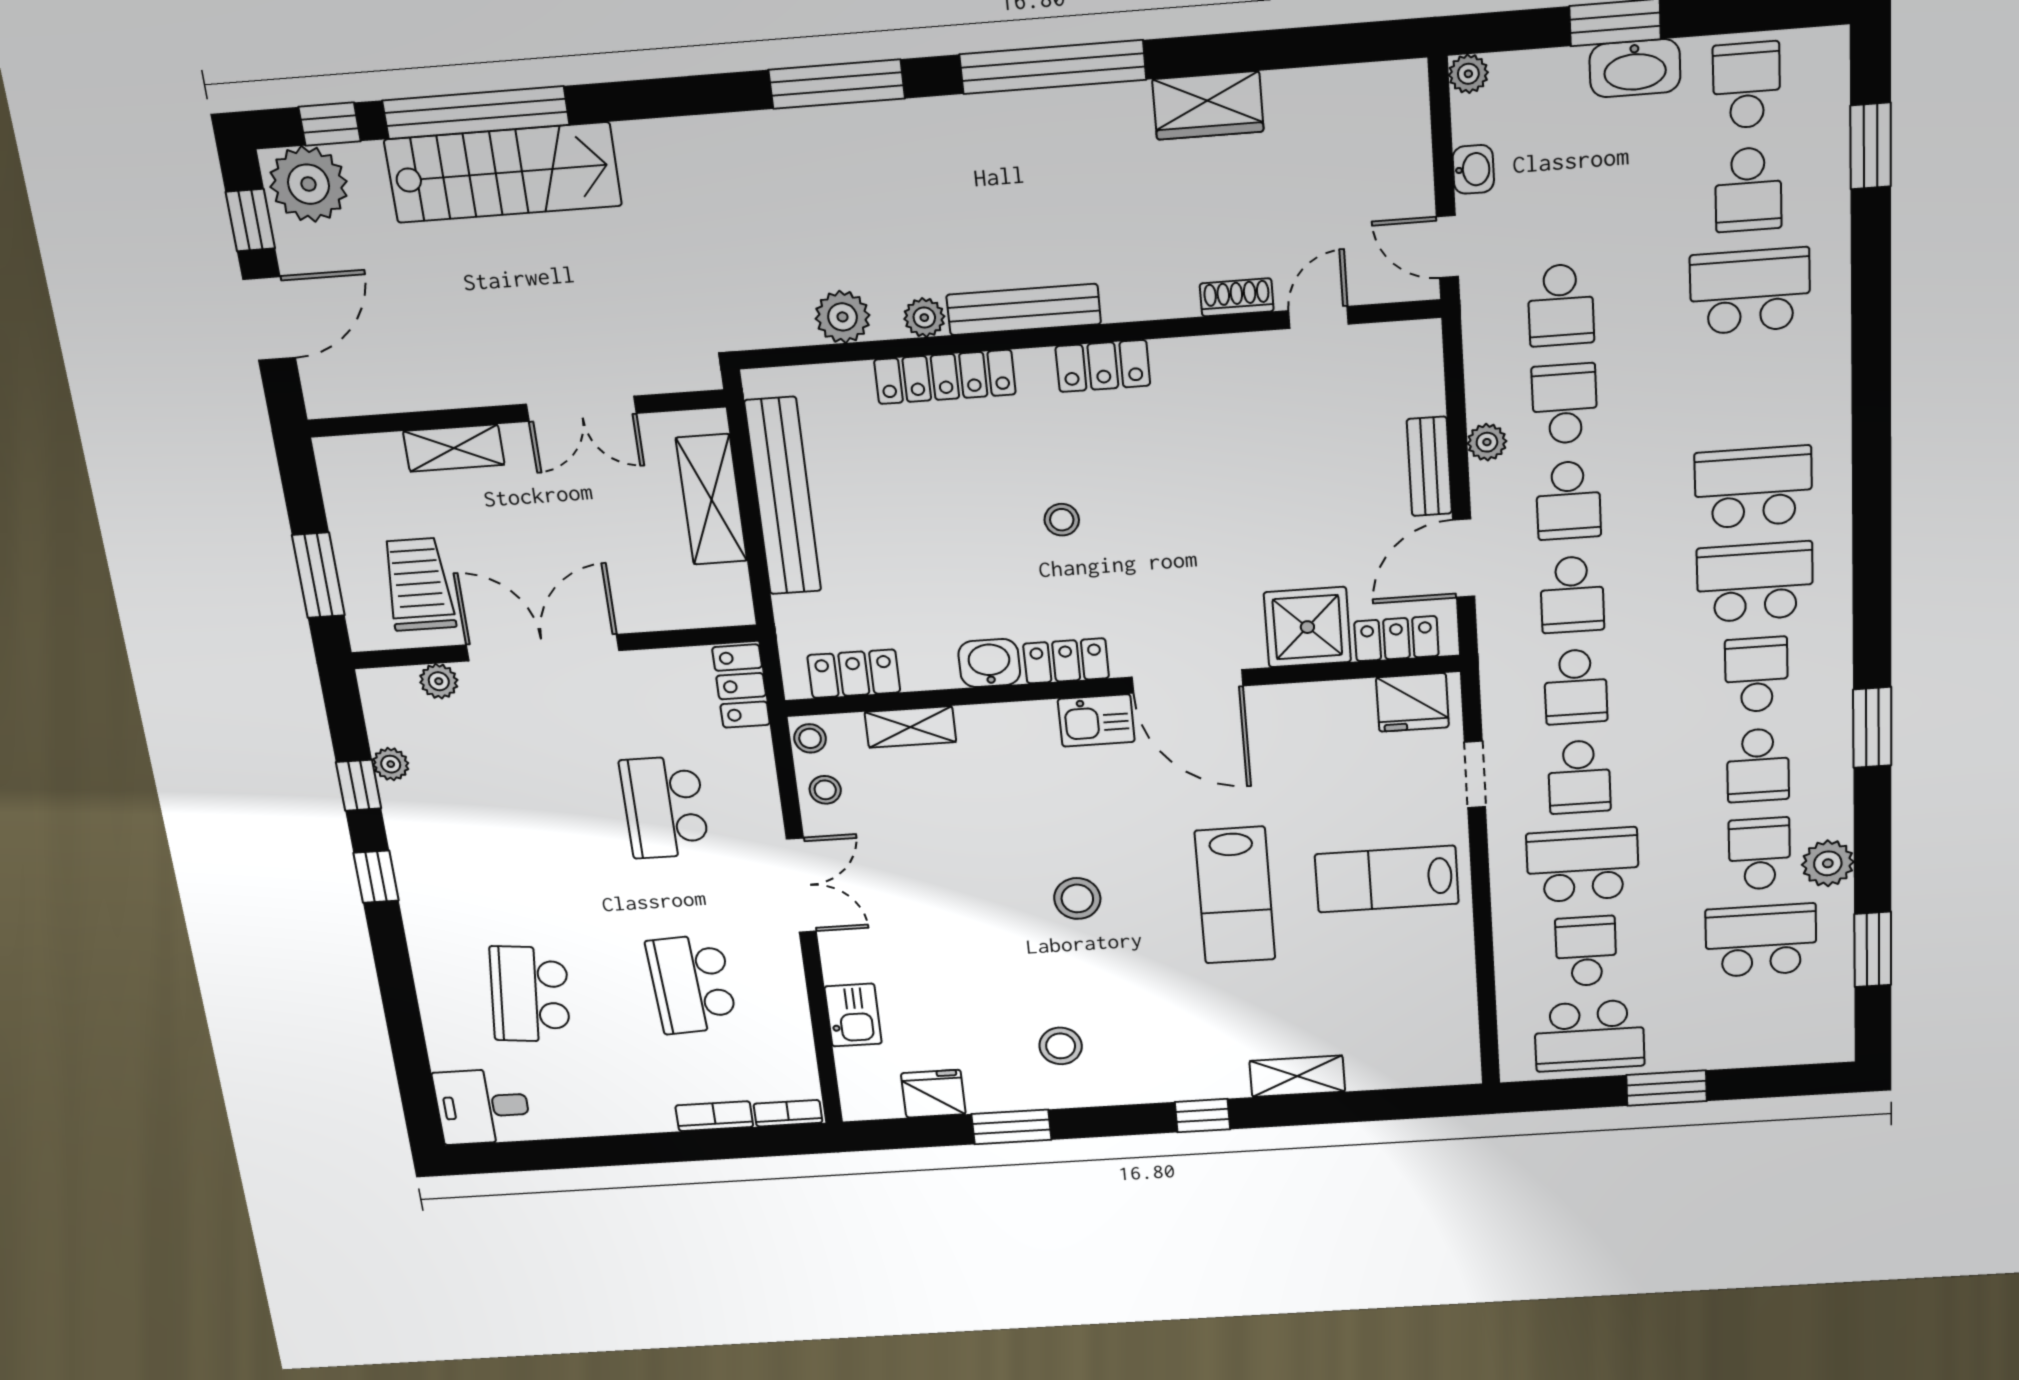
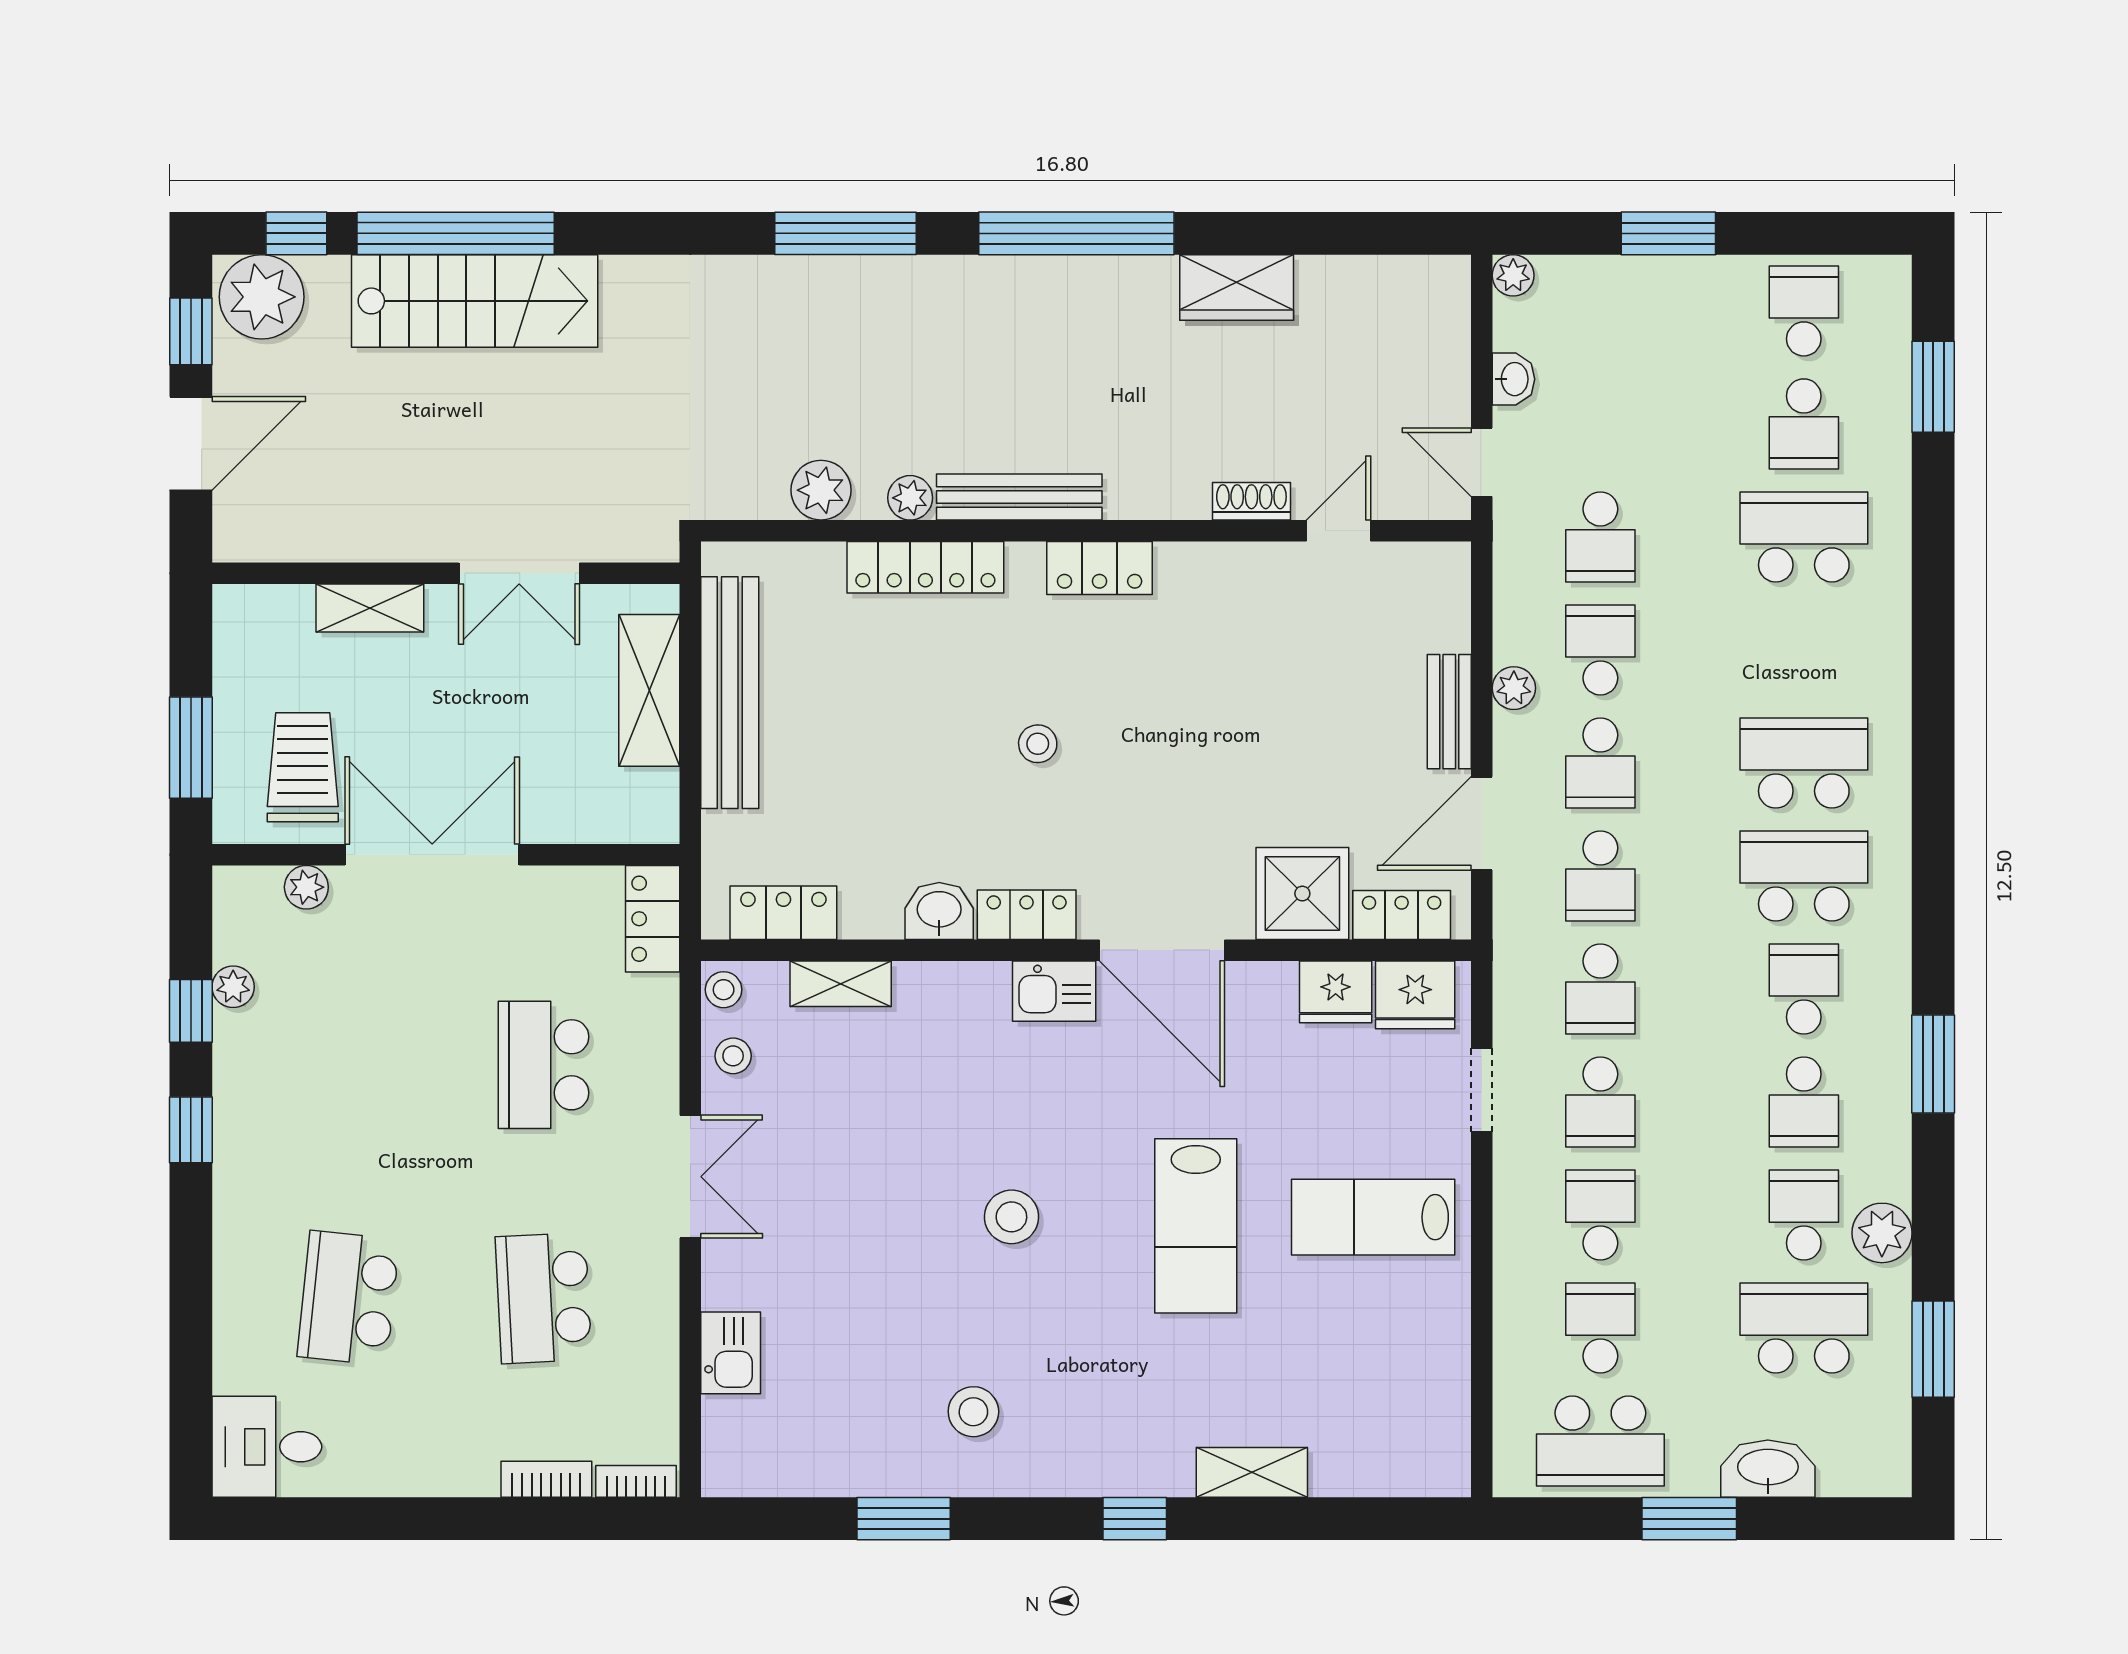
washbasin: (1635, 68) -> (1768, 1469), moved, turned 180
school desk: (1583, 865) -> (1600, 1215), width x0.54
fridge: (933, 1094) -> (1336, 992), moved, turned 180

